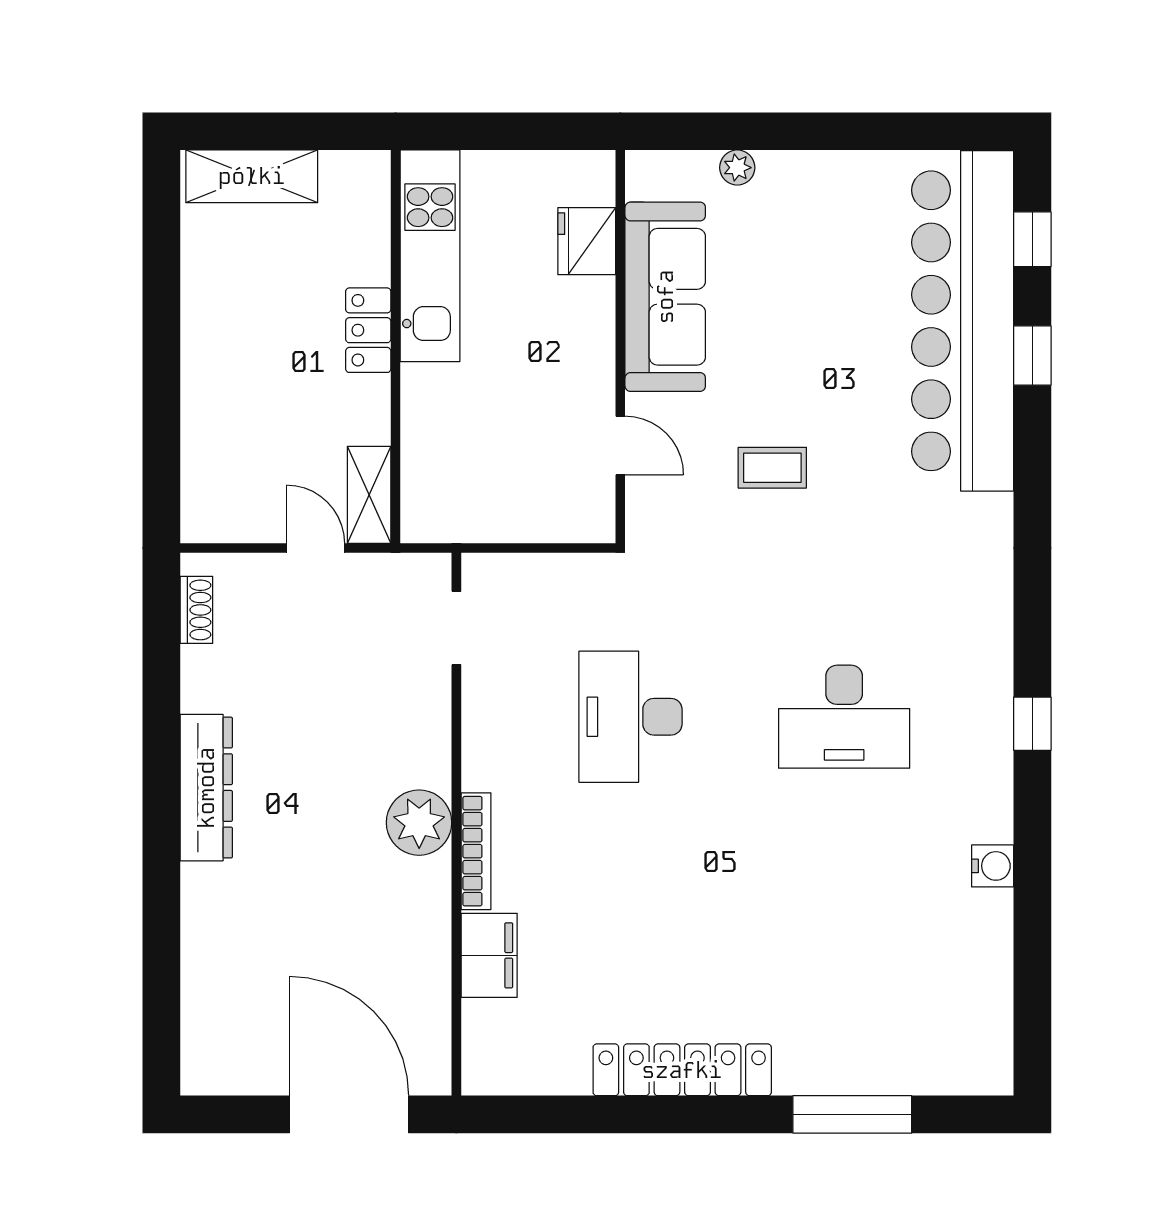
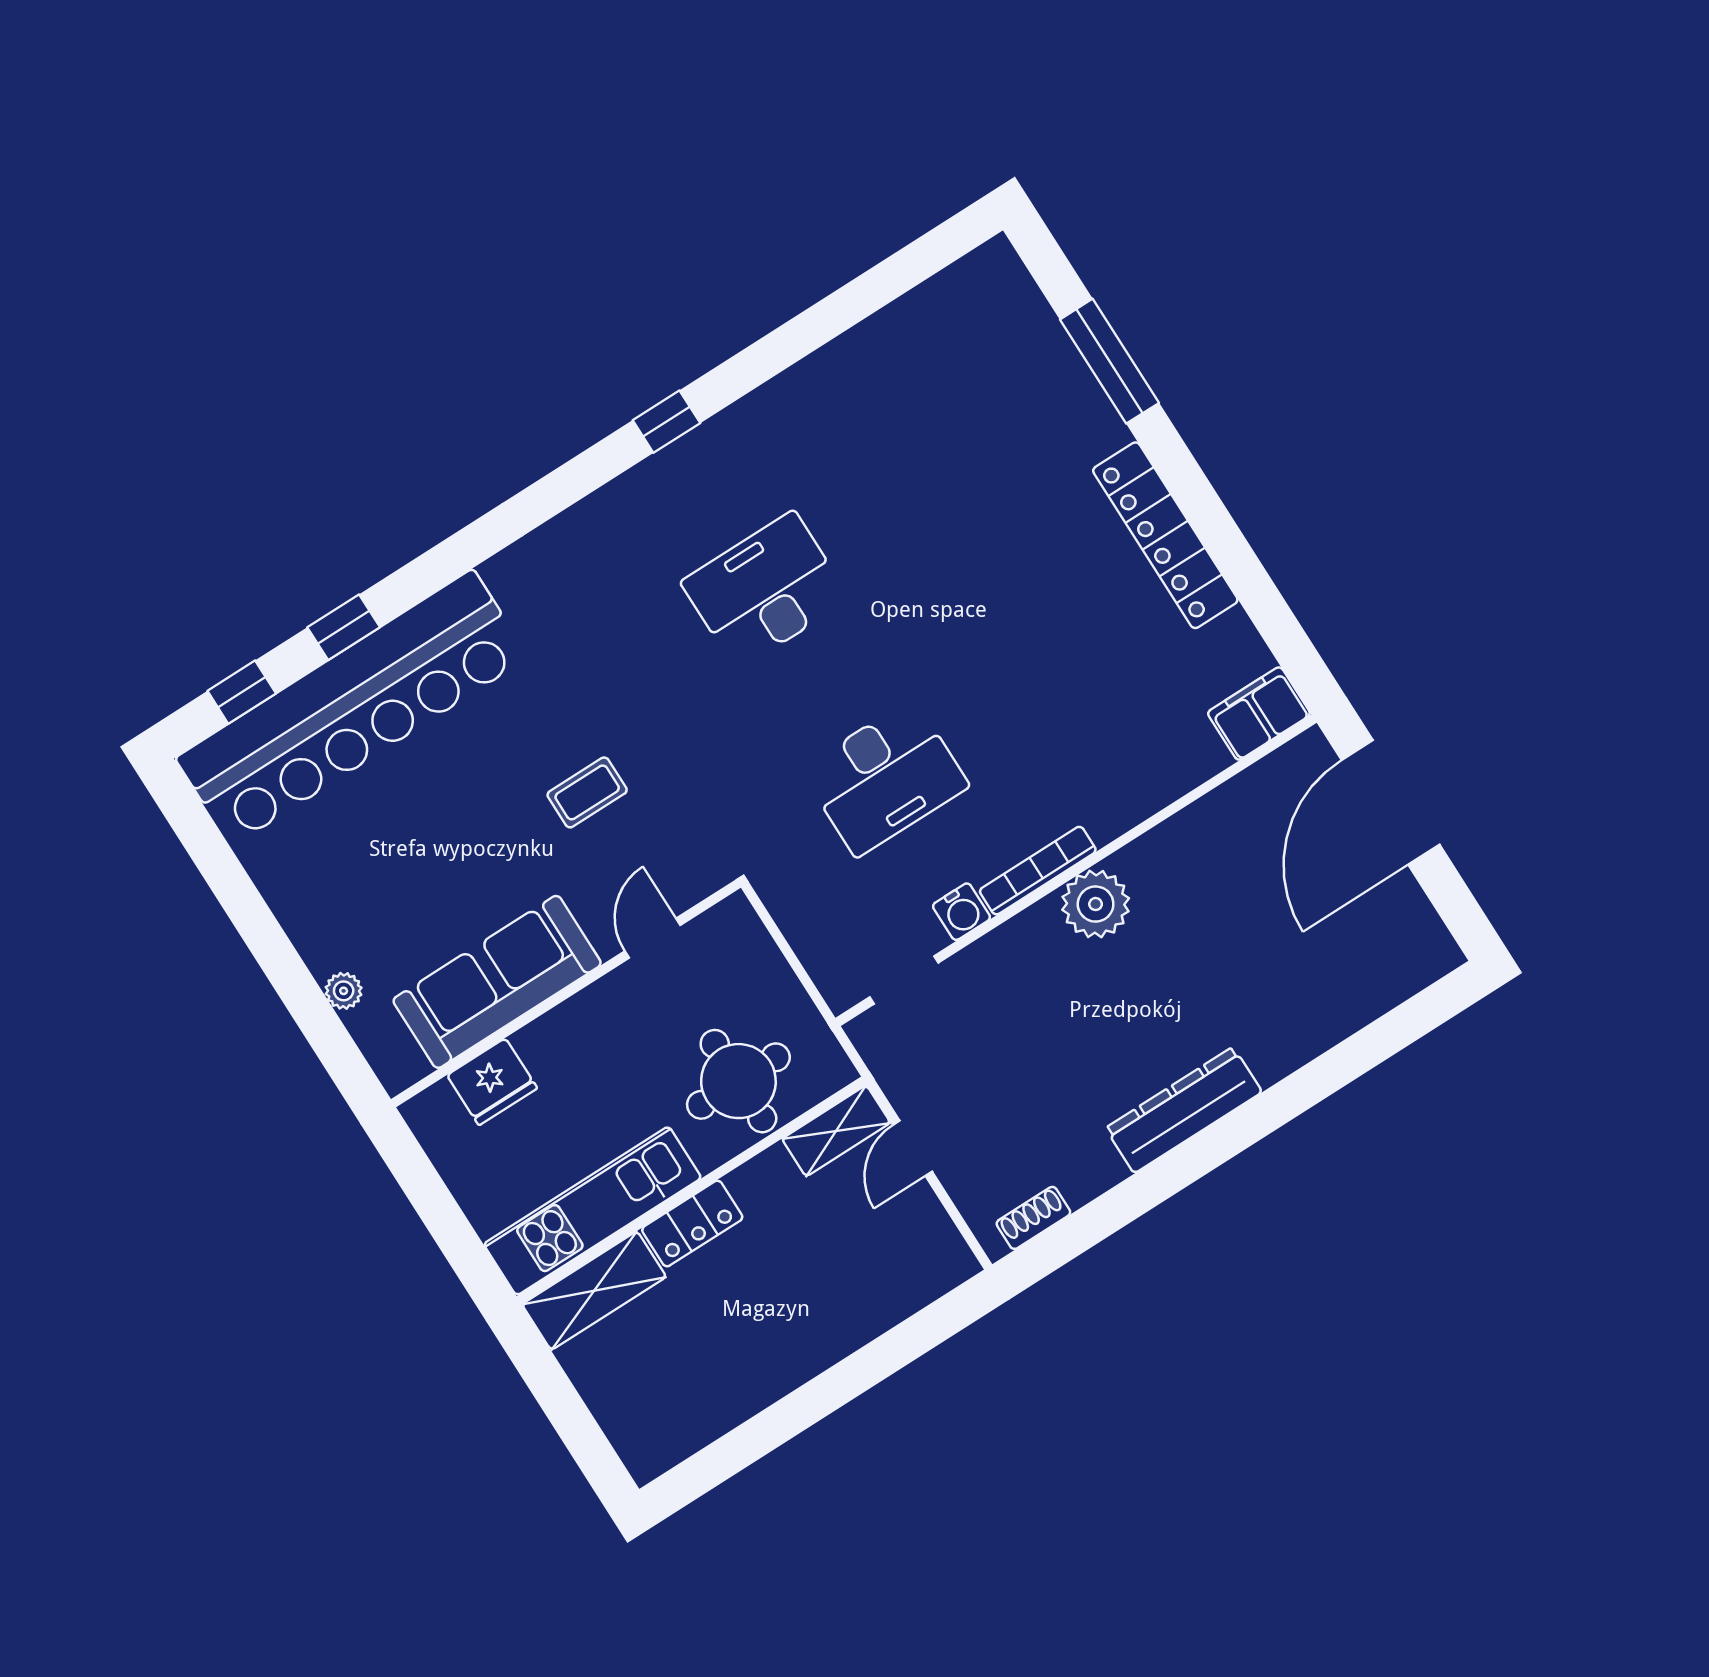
shelving: (252, 176) -> (594, 1291), moved, turned 90
round table: (460, 441) -> (738, 1081), added
coffee table: (772, 468) -> (587, 792), turned 90
desk: (844, 717) -> (765, 590), turned -90
bookcase: (476, 851) -> (1038, 871), moved
water cooler: (993, 866) -> (962, 912), moved, turned 180
filing cabinet: (489, 955) -> (1259, 714), moved

